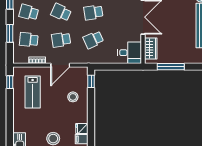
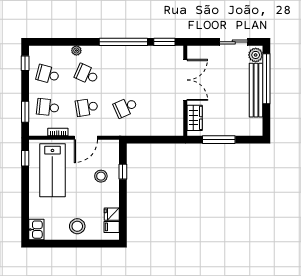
school desk: (93, 12) -> (126, 74), removed
window: (10, 33) -> (25, 112), moved
desk: (130, 53) -> (169, 123), removed
window: (91, 81) -> (123, 172), moved
lab bench: (33, 92) -> (52, 170), width x1.36, depth x1.39

